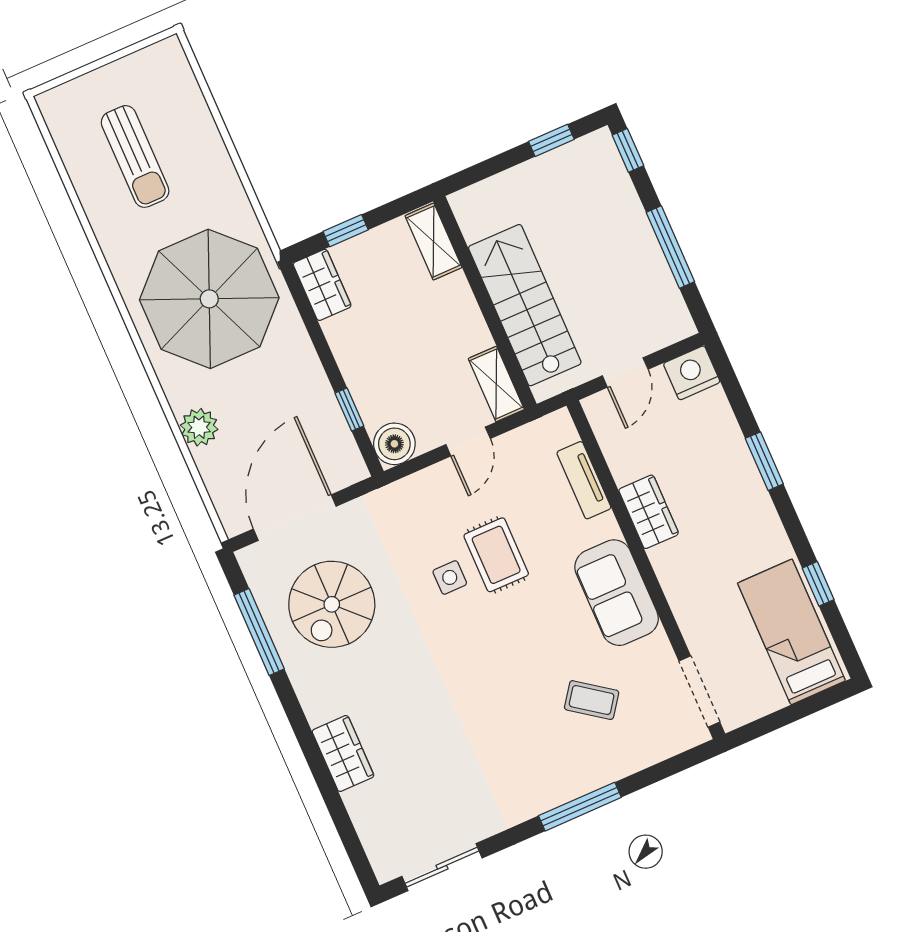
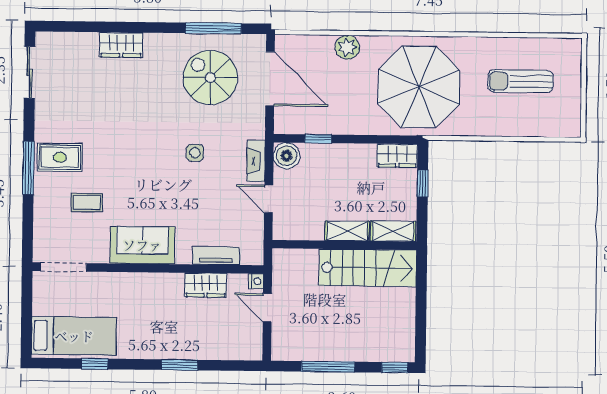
window: (551, 140) -> (421, 326), removed
stairs: (525, 305) -> (368, 268), moved
nightstand: (692, 373) -> (256, 281), moved, width x0.53, depth x0.56
shelving: (496, 384) -> (347, 231), moved
fireplace: (422, 484) -> (256, 161), added
wardrobe: (649, 512) -> (206, 285), moved
rug: (496, 555) -> (60, 157), moved
coffee table: (592, 700) -> (87, 202), turned 54

